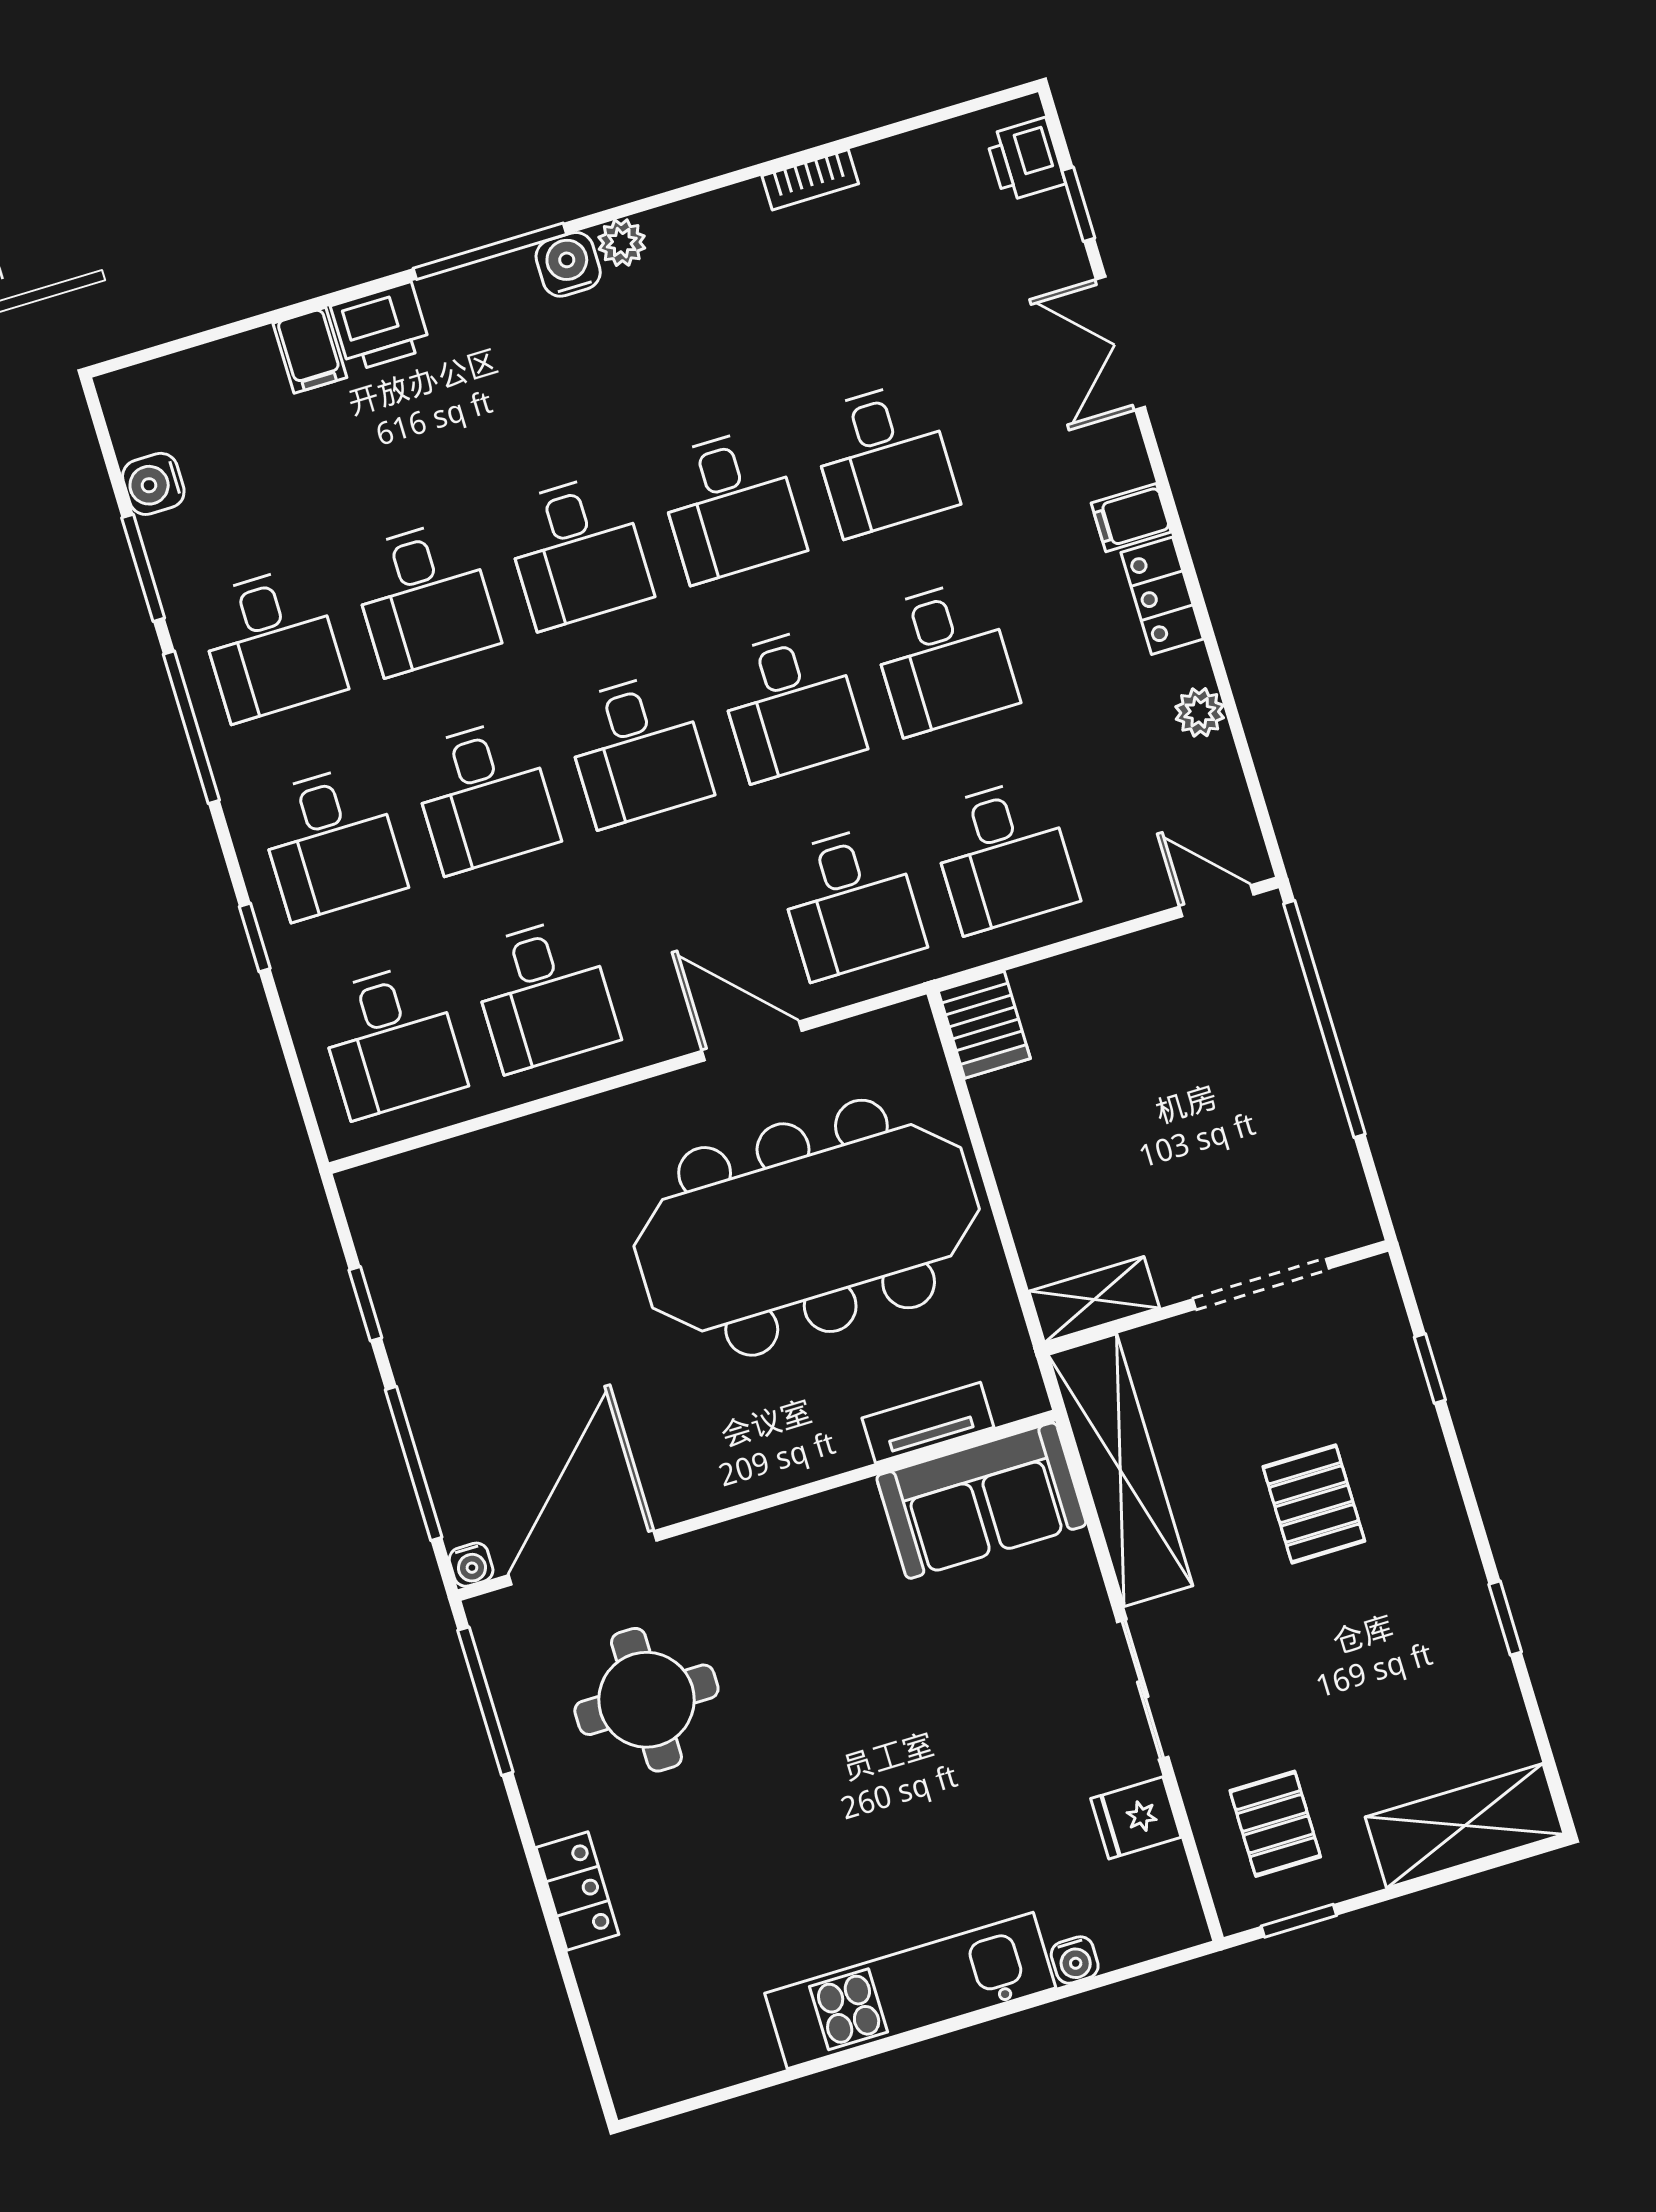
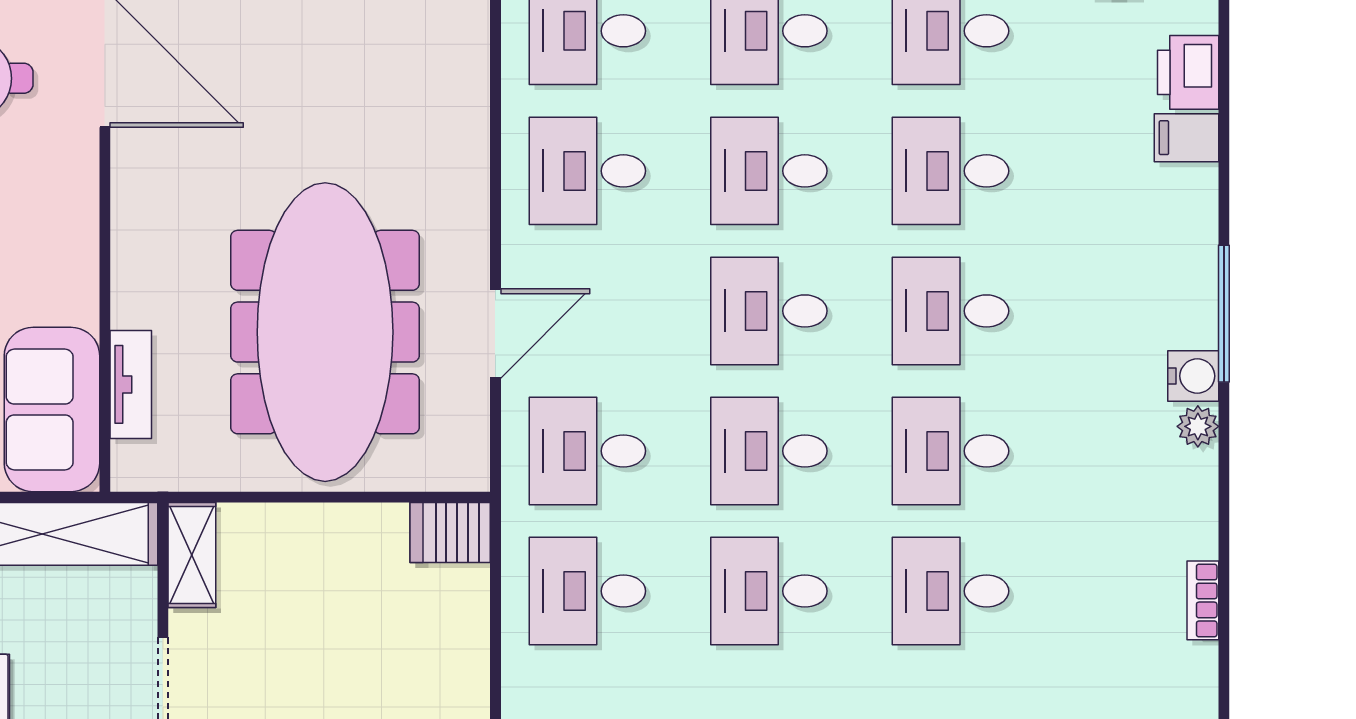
printer: (381, 327) -> (1188, 72), moved

